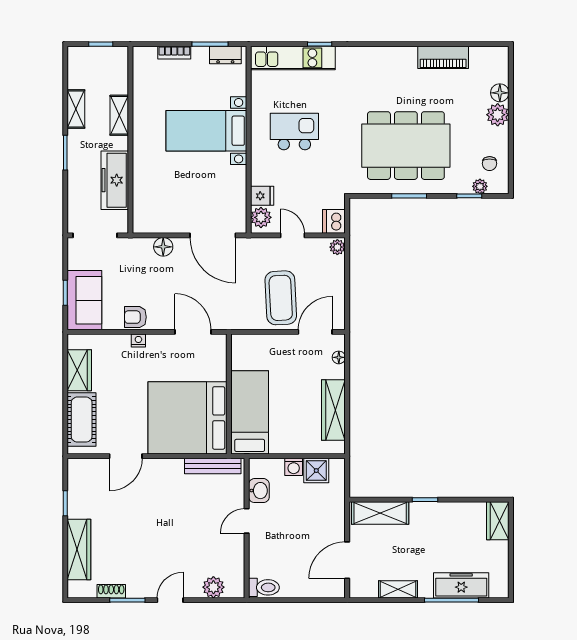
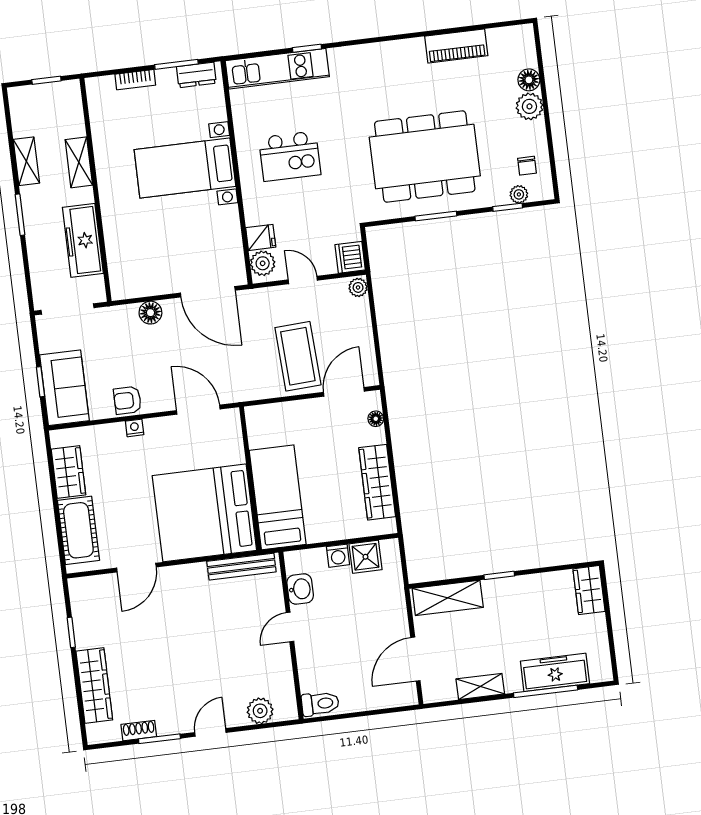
kitchen island: (294, 132) -> (290, 156), turned 180

